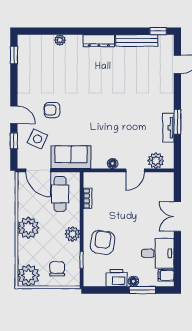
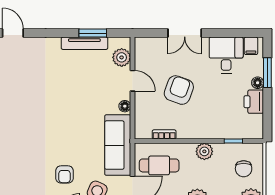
window: (177, 122) -> (93, 33), moved
tv unit: (168, 128) -> (84, 43), width x1.41
sofa: (71, 157) -> (118, 145), width x1.36
armchair: (103, 242) -> (179, 90), moved, turned 102
chair: (57, 269) -> (244, 169), turned -90

